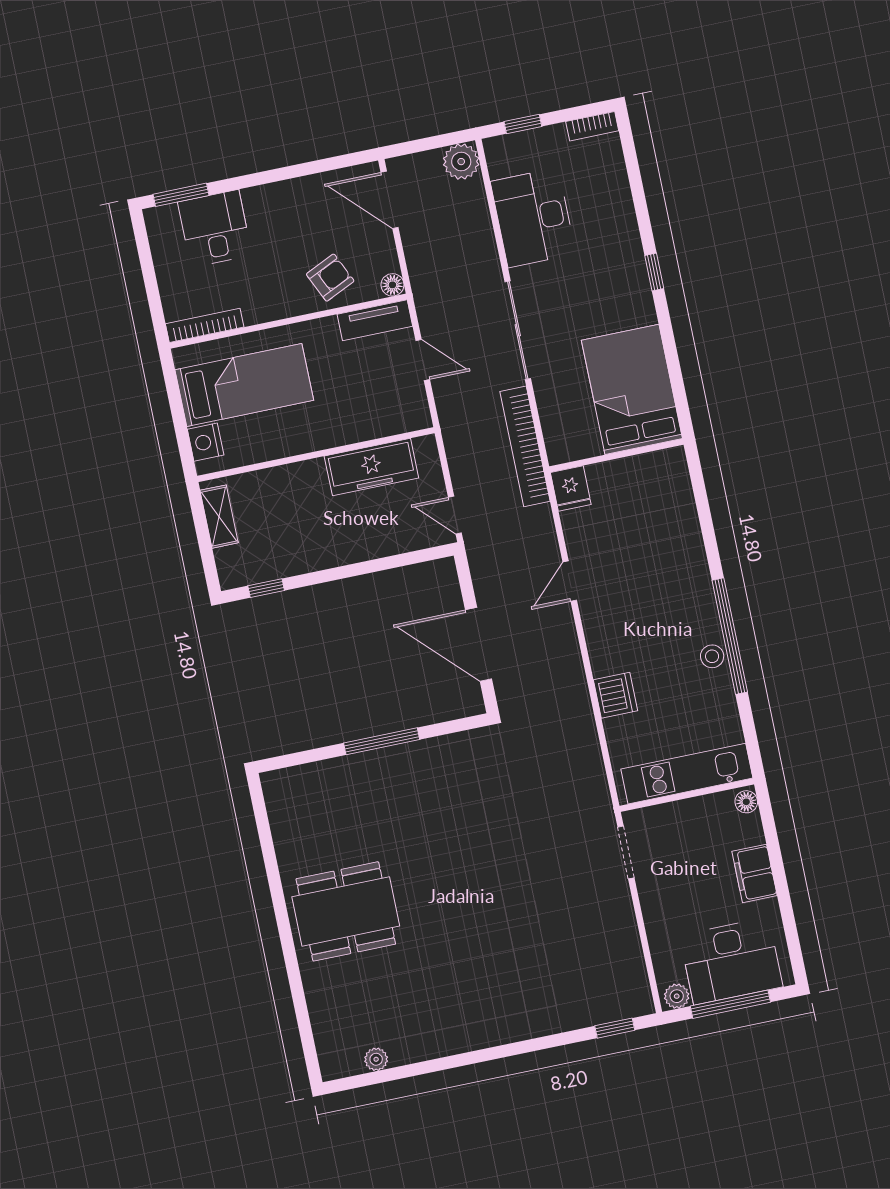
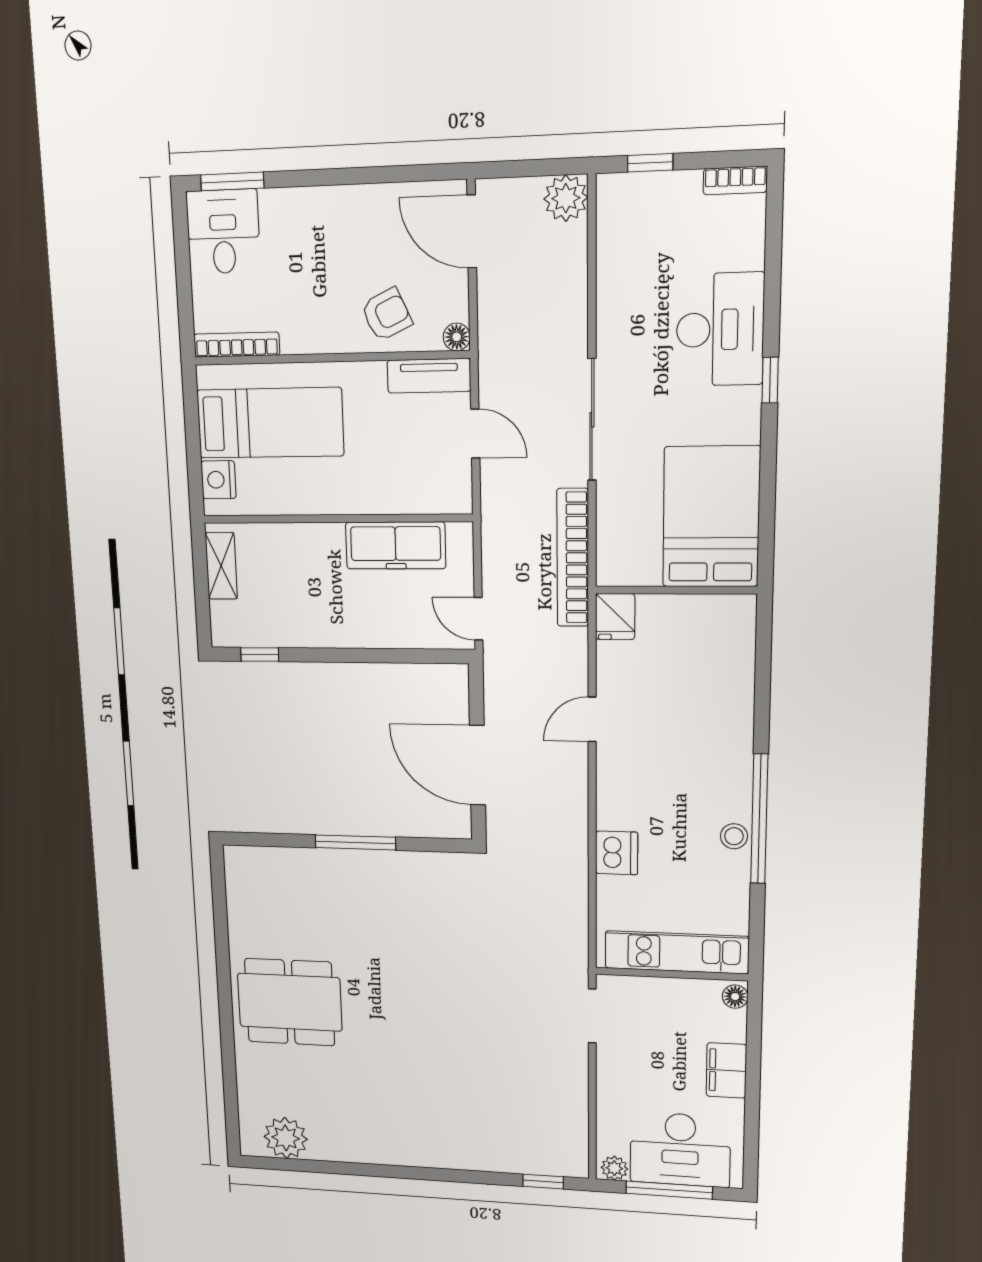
desk: (533, 218) -> (720, 330), moved, turned 180
desk: (215, 228) -> (223, 232), moved
plant: (376, 1059) -> (286, 1138), width x1.88, depth x1.88

